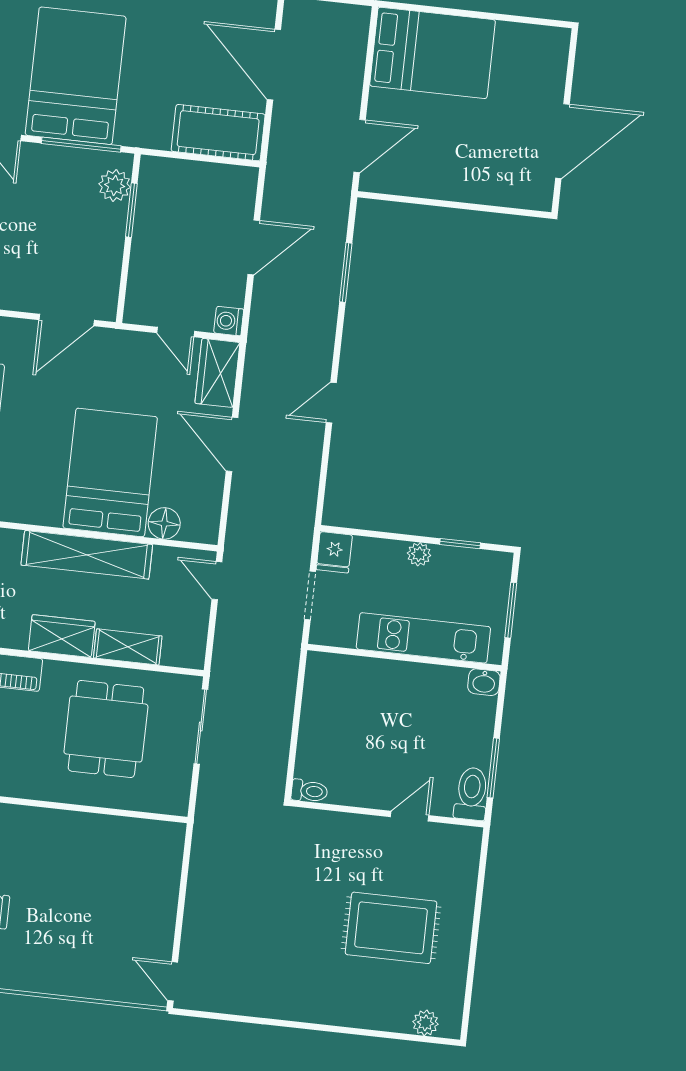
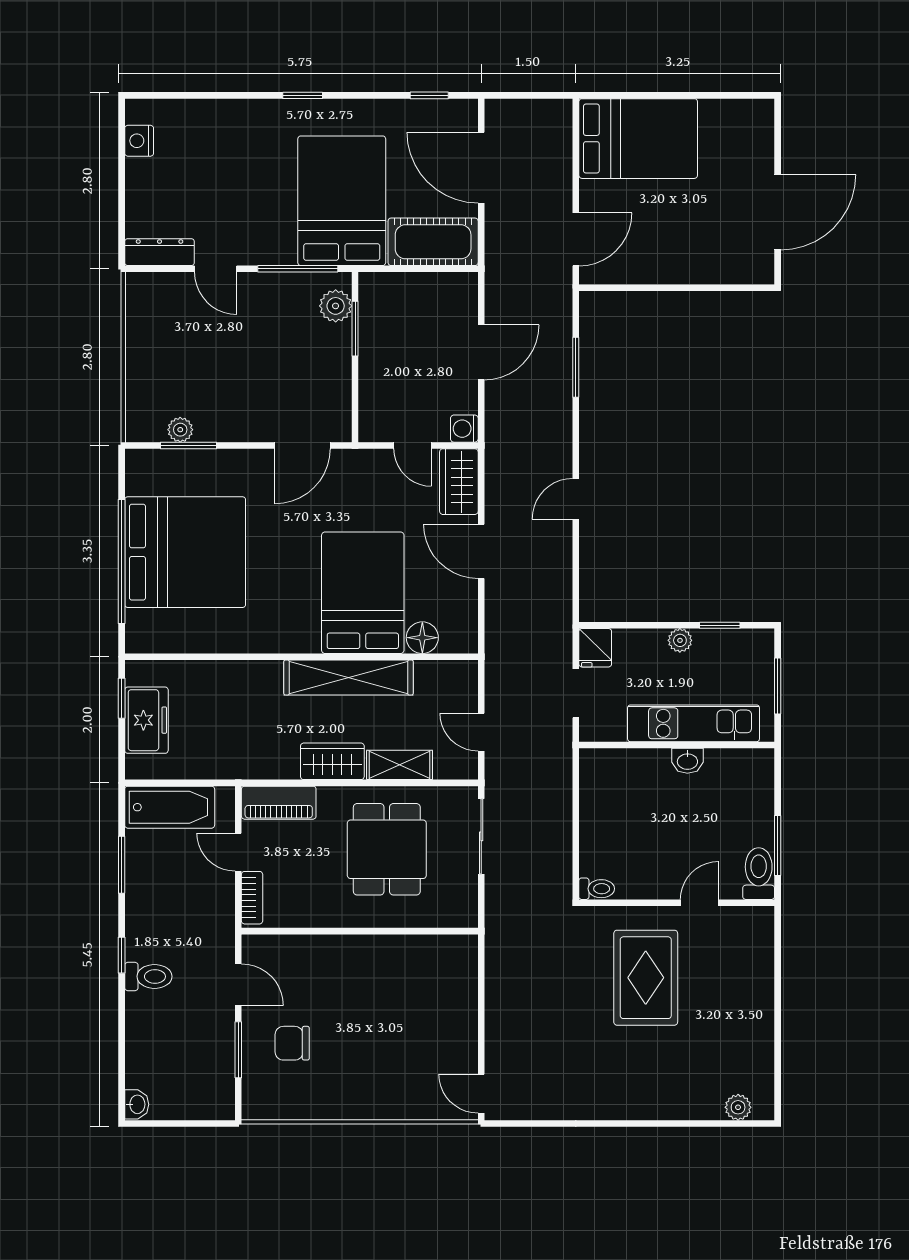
bed: (76, 76) -> (342, 201), moved
door: (217, 581) -> (481, 732), moved
washbasin: (484, 682) -> (687, 761), moved
rug: (391, 928) -> (646, 978), moved, turned 90

